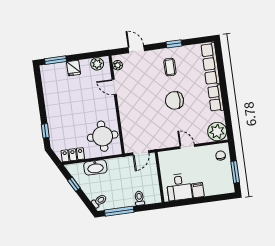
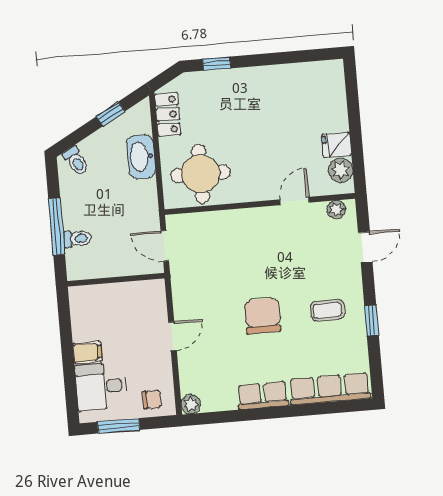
window: (55, 60) -> (352, 90), removed
fridge: (73, 68) -> (337, 145), moved
plant: (217, 132) -> (191, 404), width x0.53, depth x0.53
desk: (179, 187) -> (101, 386), moved
window: (119, 211) -> (57, 227), moved

